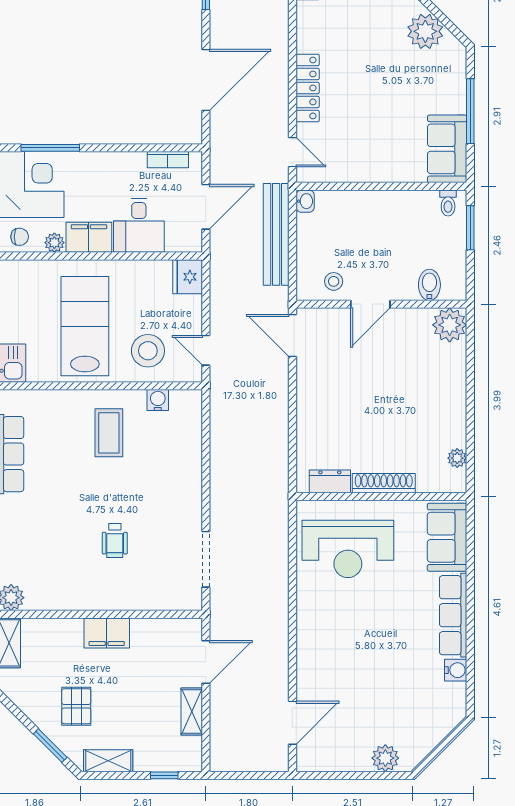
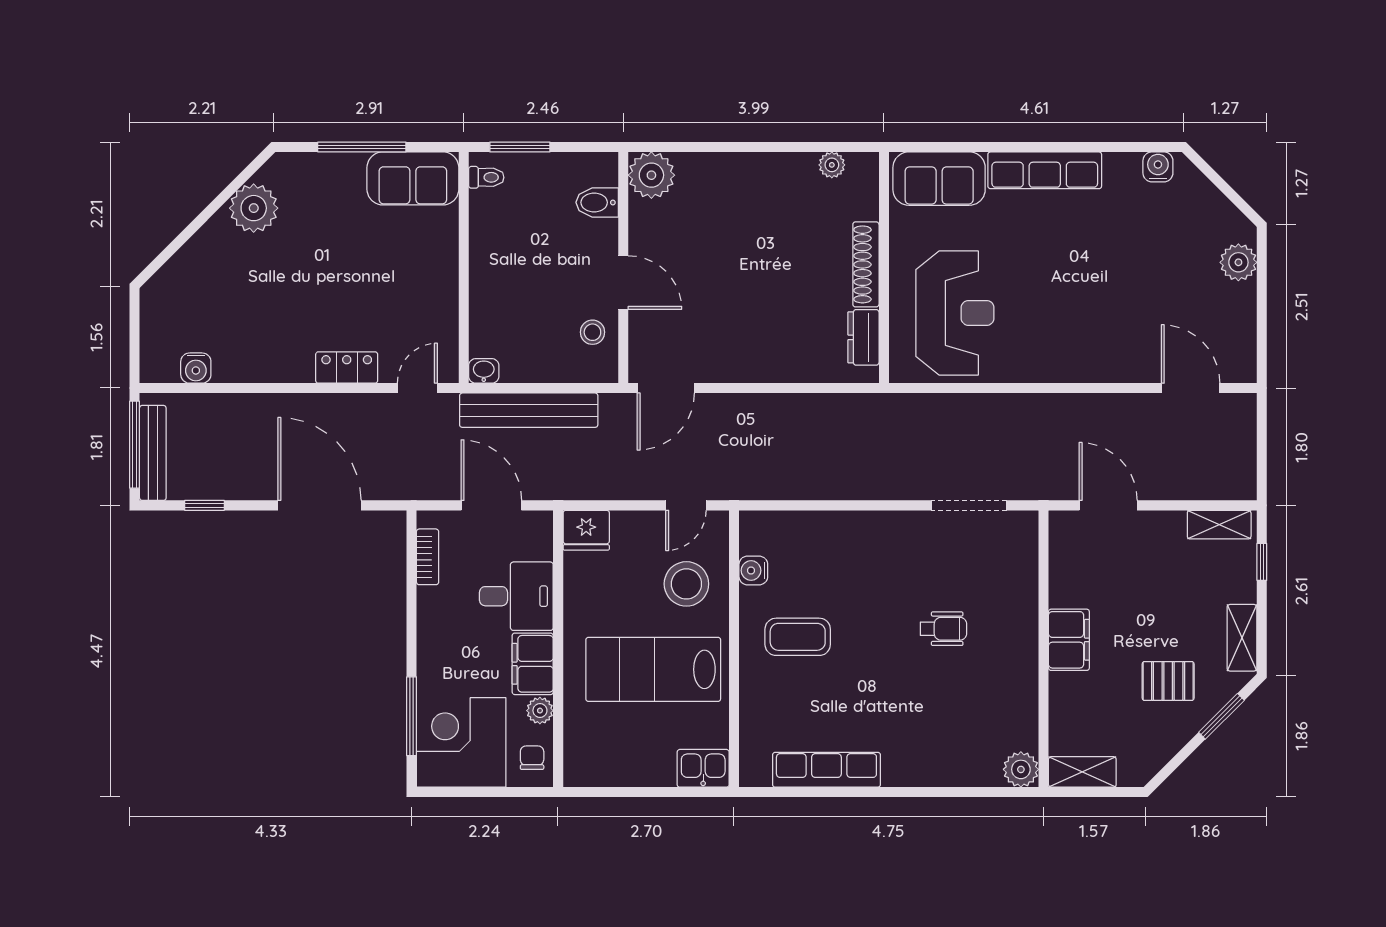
locker: (308, 88) -> (347, 368), width x0.66
water cooler: (456, 670) -> (1158, 167), moved
shelving: (192, 712) -> (1219, 525), moved

